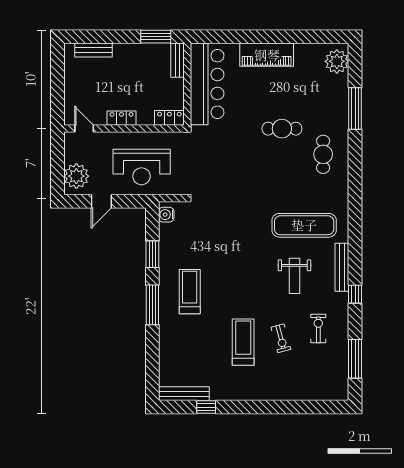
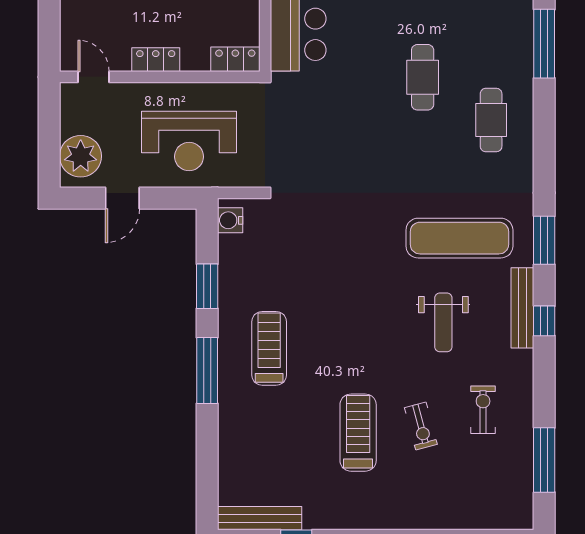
cafe table: (282, 129) -> (423, 77), turned 90
window: (355, 227) -> (544, 240), added
window: (355, 294) -> (544, 321), moved

